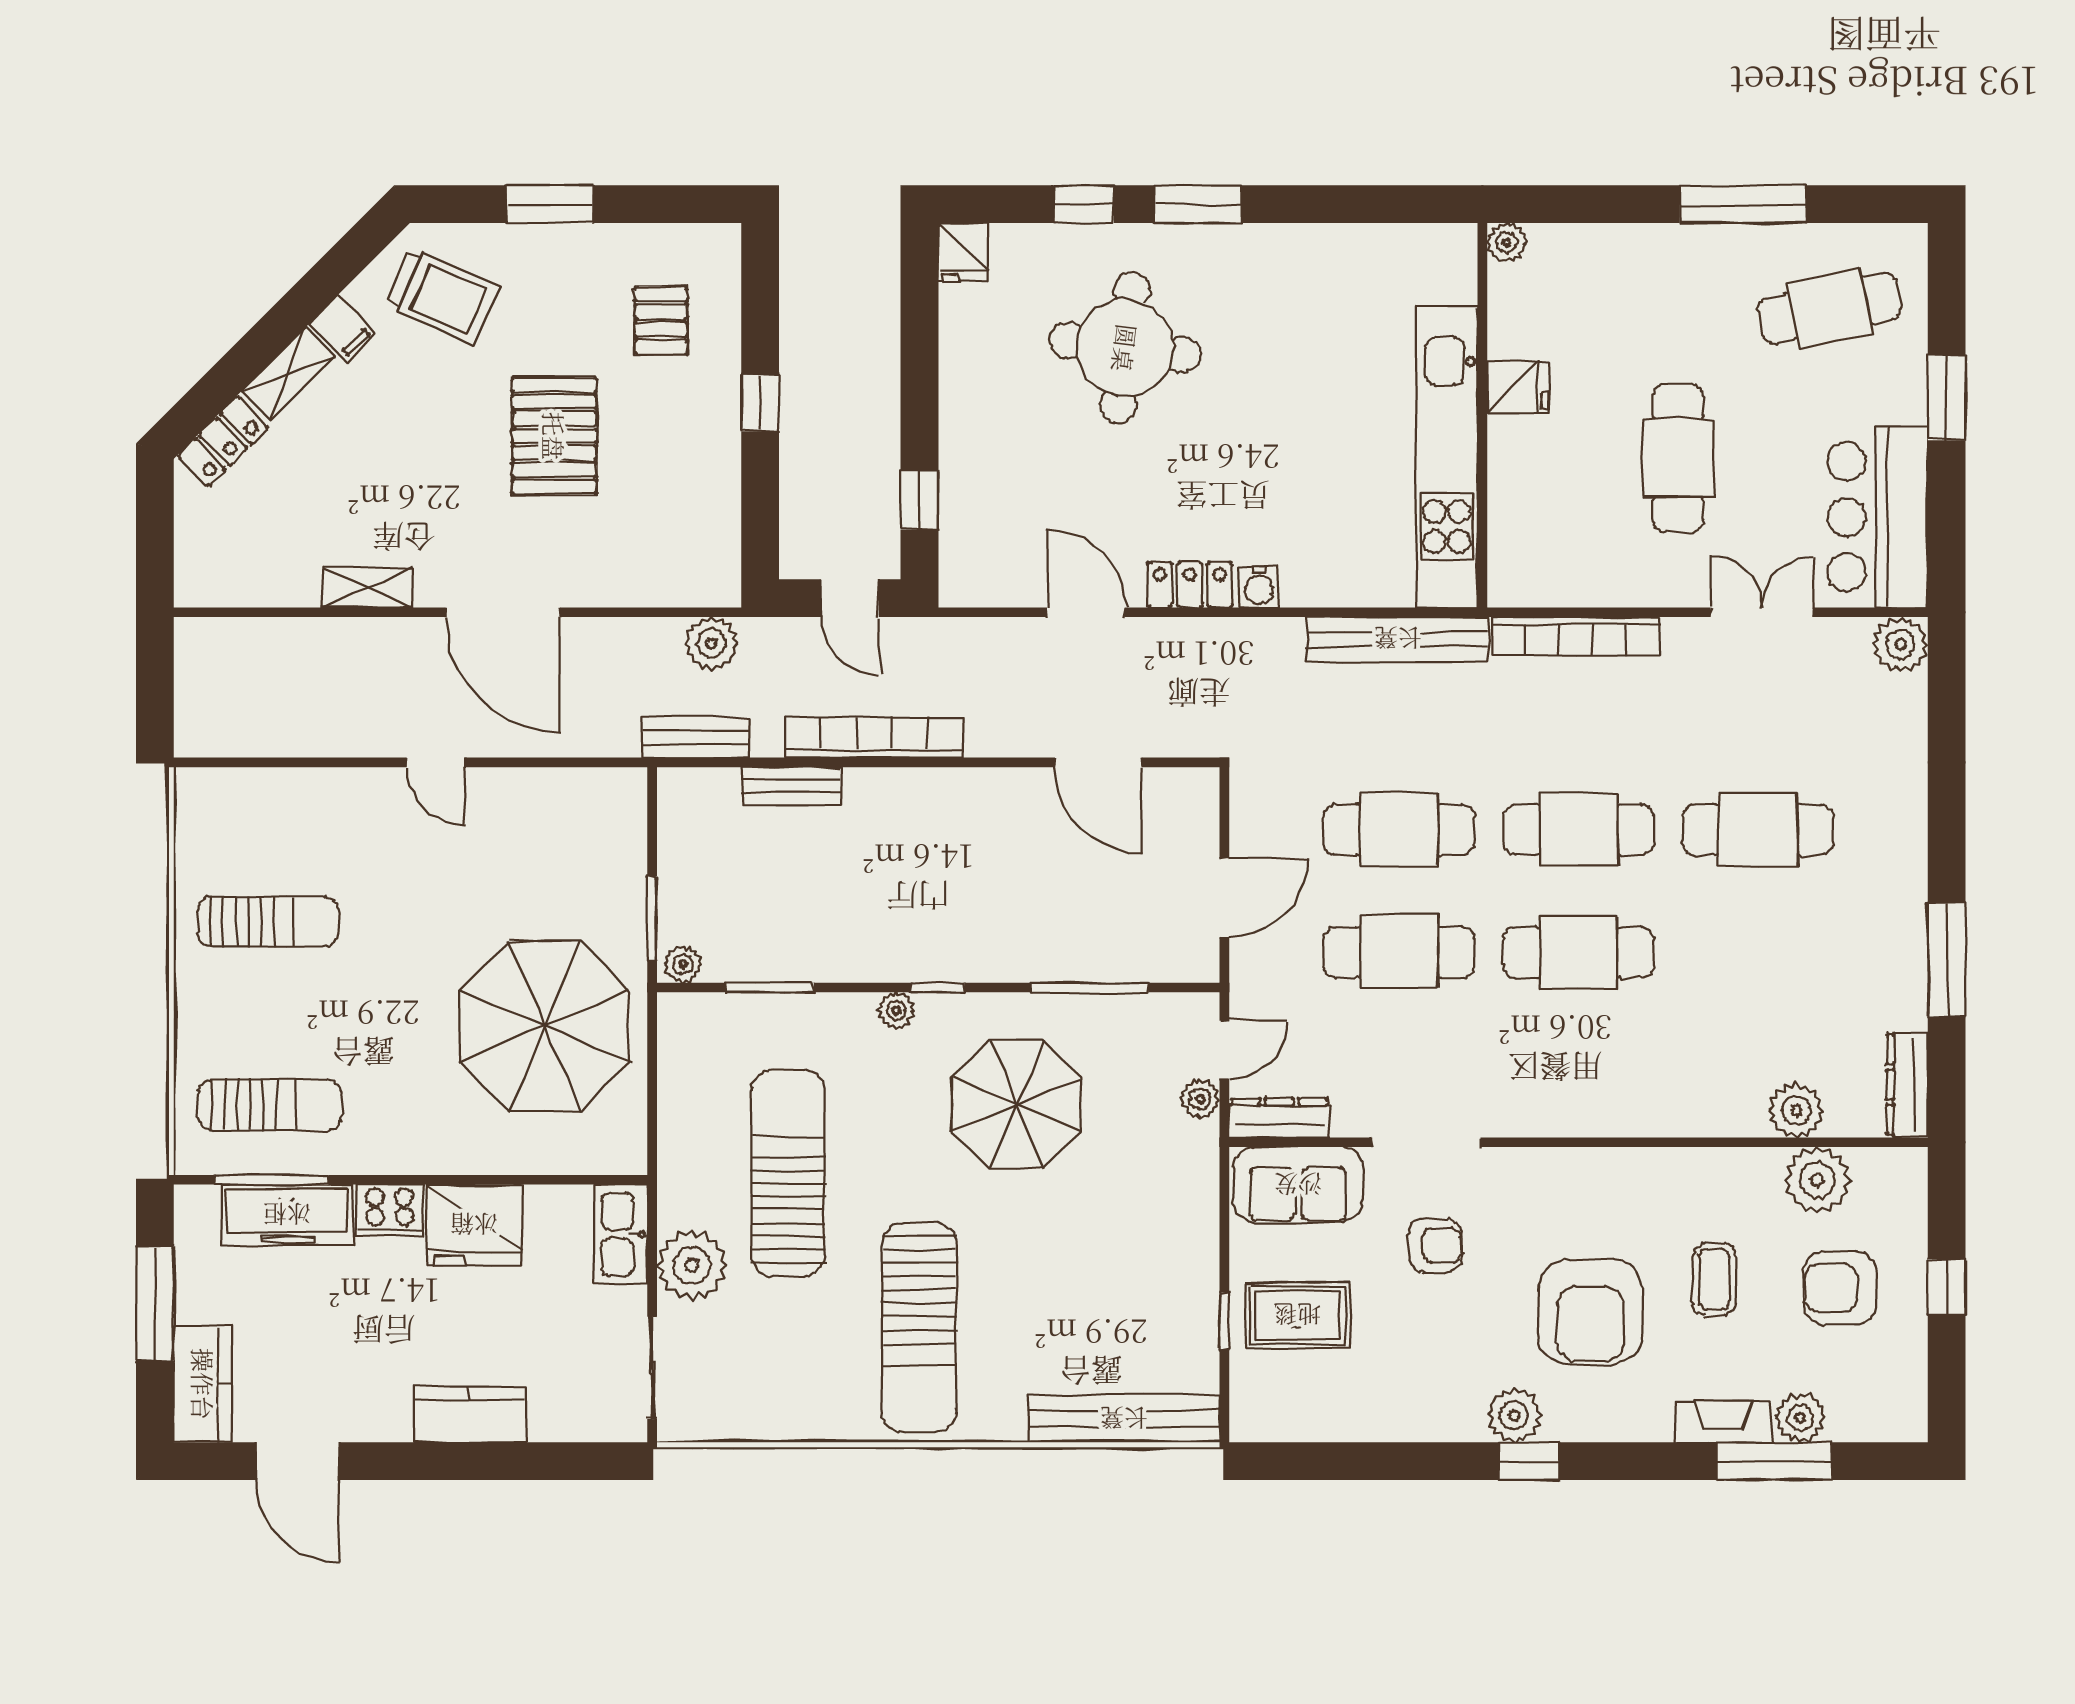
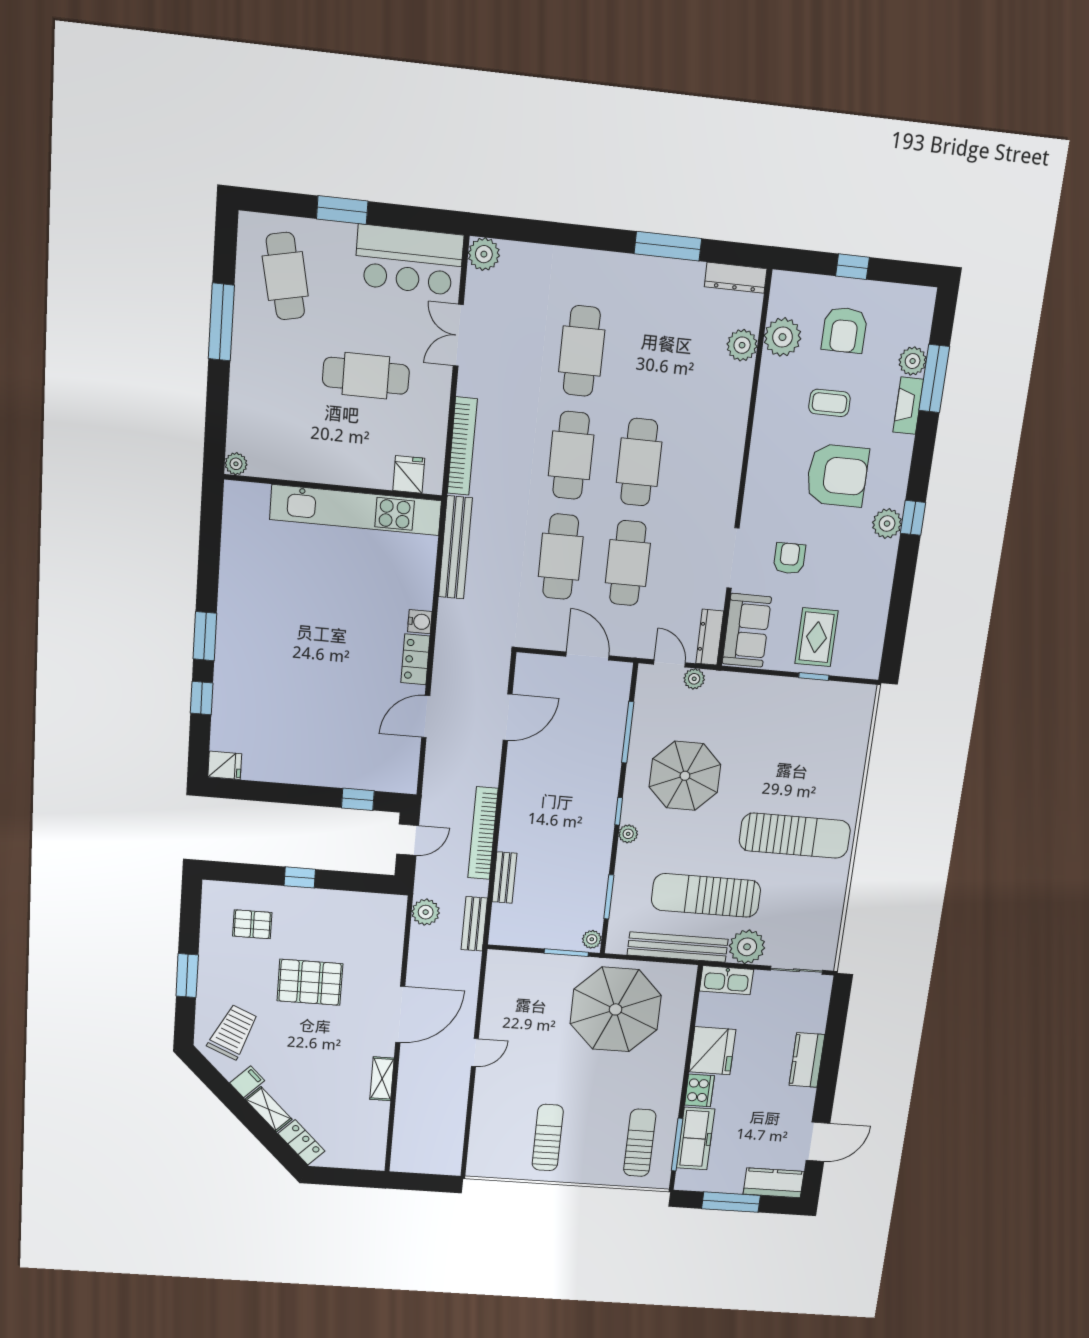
round table: (1125, 348) -> (282, 683), removed
fridge: (1518, 387) -> (409, 474), moved
bench: (1124, 1419) -> (678, 947), moved, turned 90

